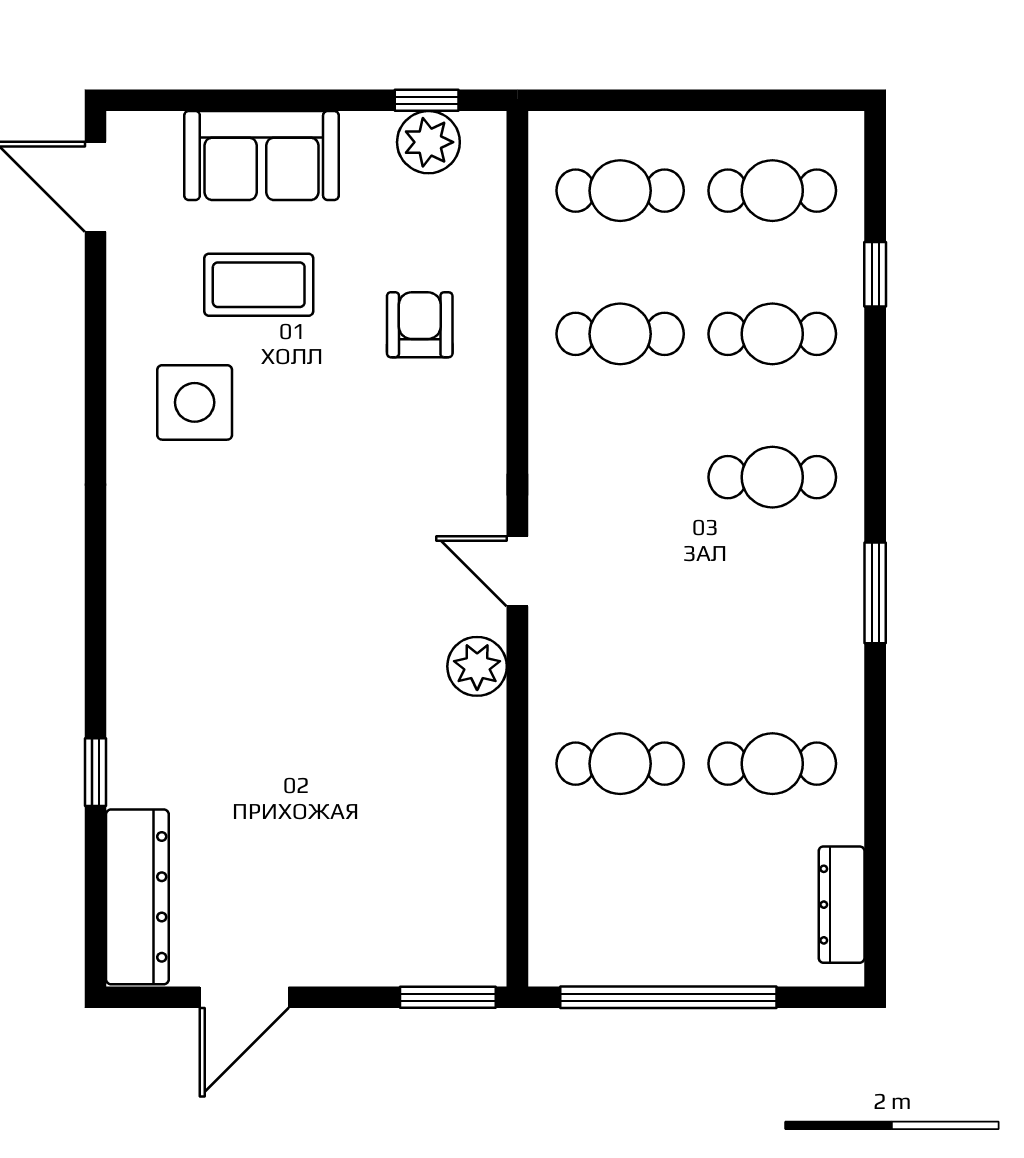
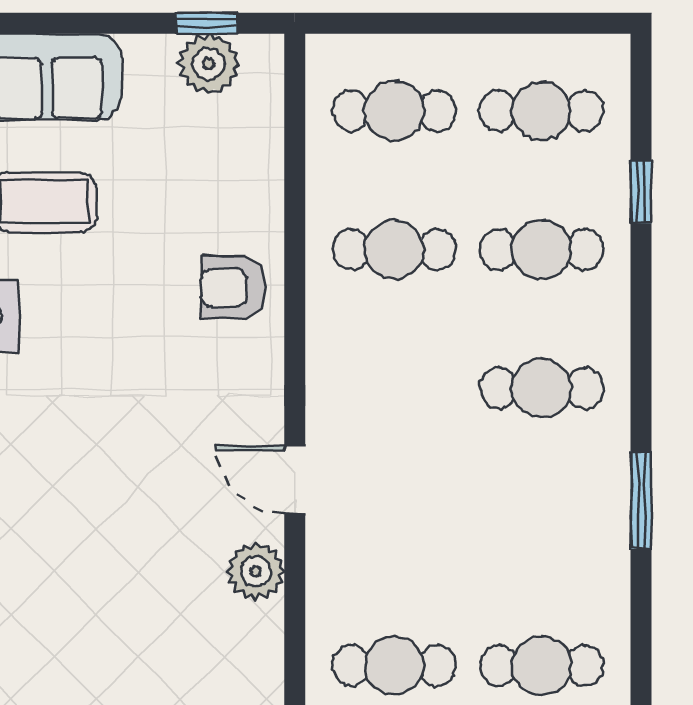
armchair: (420, 325) -> (233, 287), moved, turned -90

